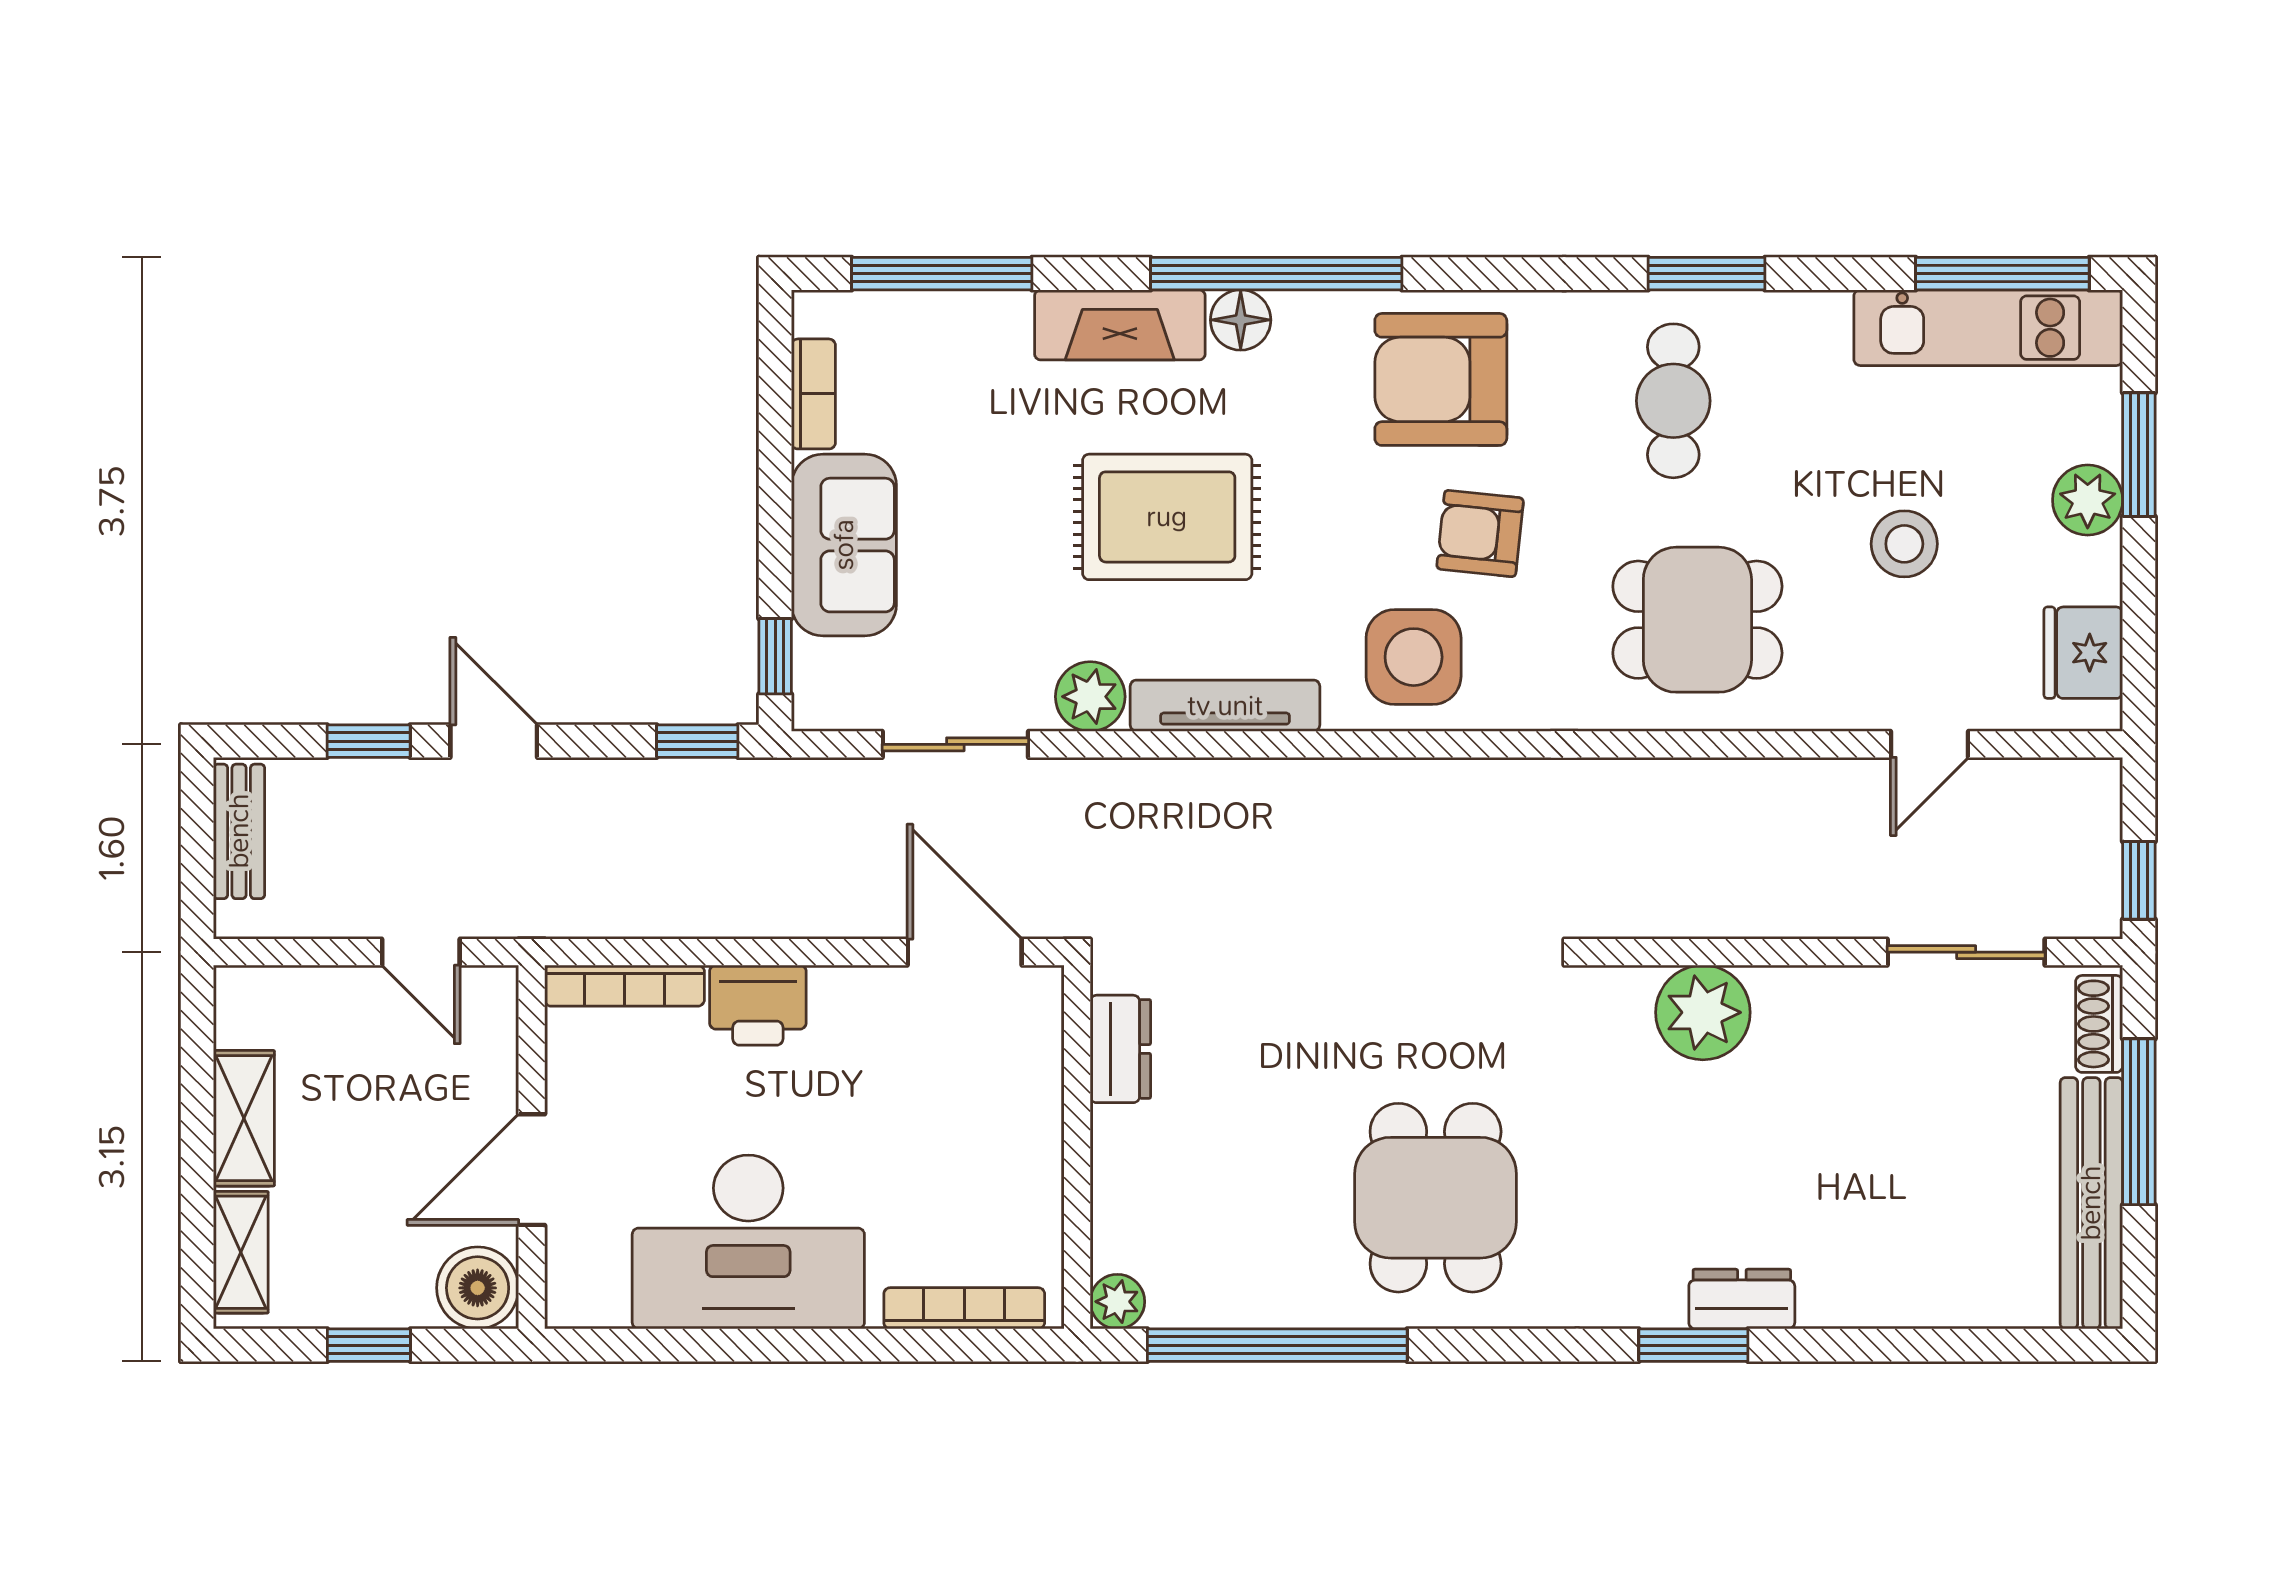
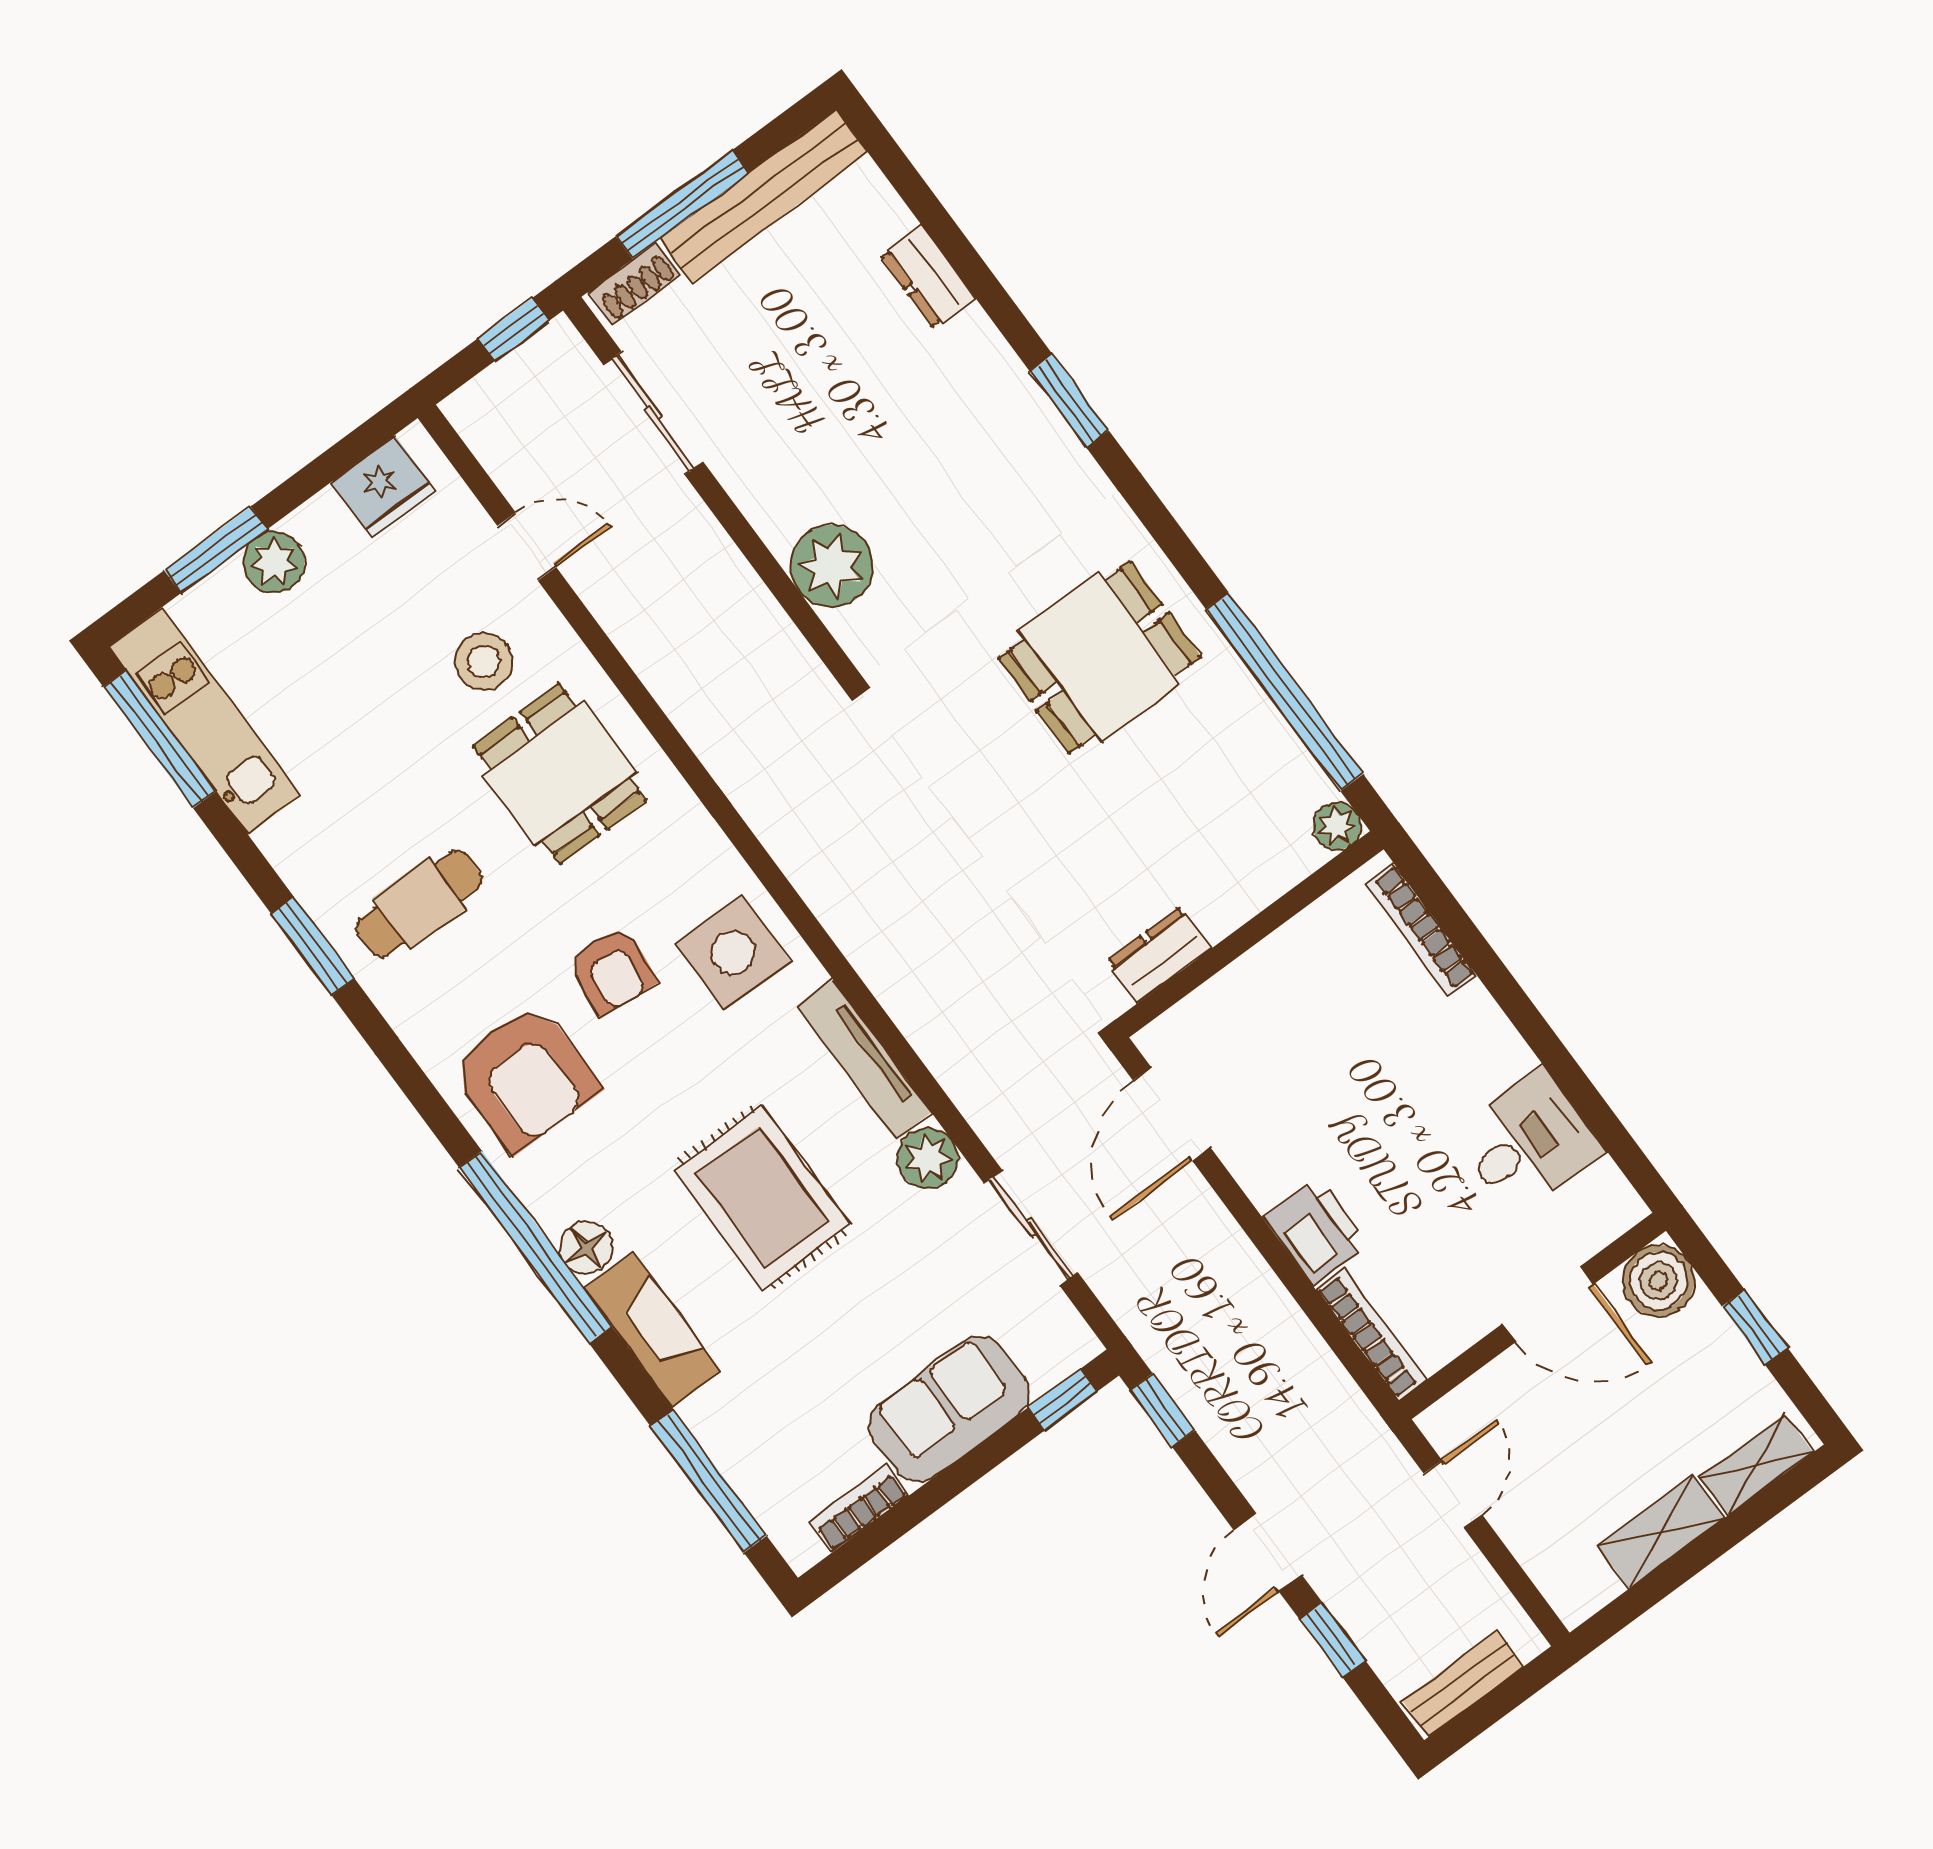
stool: (1904, 544) -> (484, 662), moved
desk: (748, 1242) -> (1528, 1143), width x0.53, depth x0.77
dresser: (1742, 1299) -> (928, 277), moved

